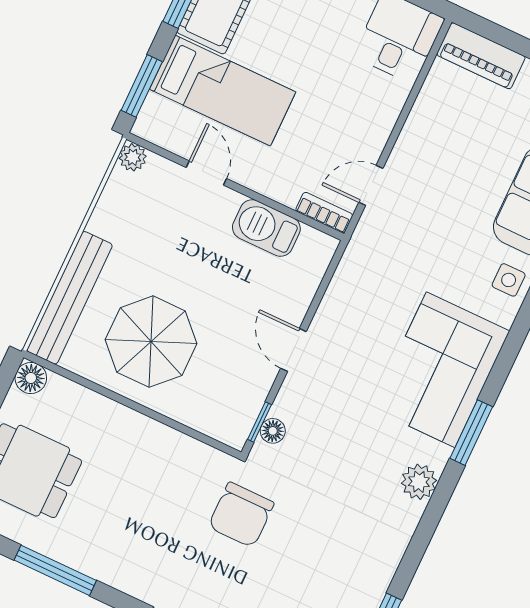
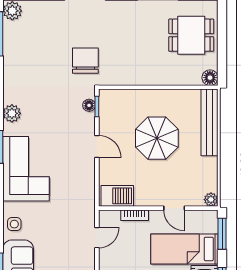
bookcase: (324, 213) -> (135, 215), moved
barbecue: (266, 228) -> (117, 196), moved
parasol: (151, 342) -> (157, 138), moved

